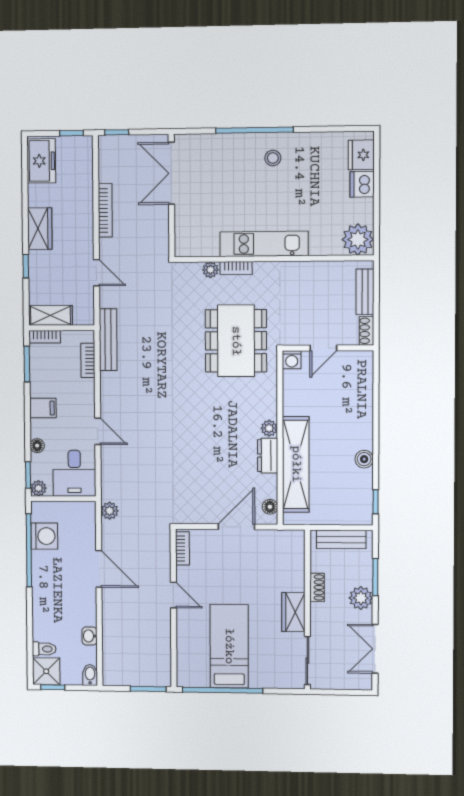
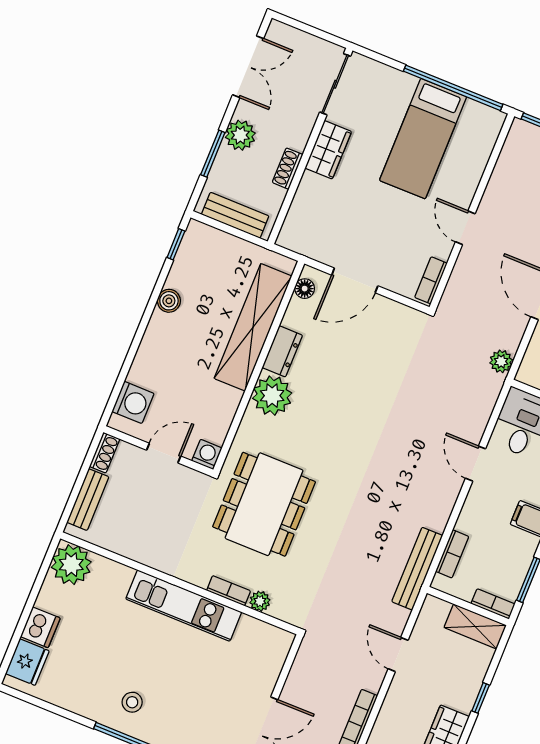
washing machine: (361, 375) -> (133, 402), added
plant: (269, 428) -> (272, 396), width x1.87, depth x1.87

